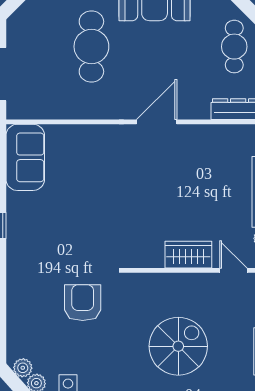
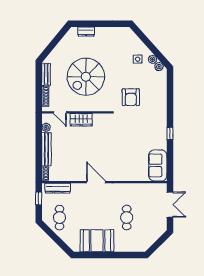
cafe table: (91, 47) -> (127, 218), width x0.73, depth x0.74
door: (157, 122) -> (96, 182), swing flipped
spiral stairs: (178, 346) -> (86, 77), width x1.37, depth x1.37

